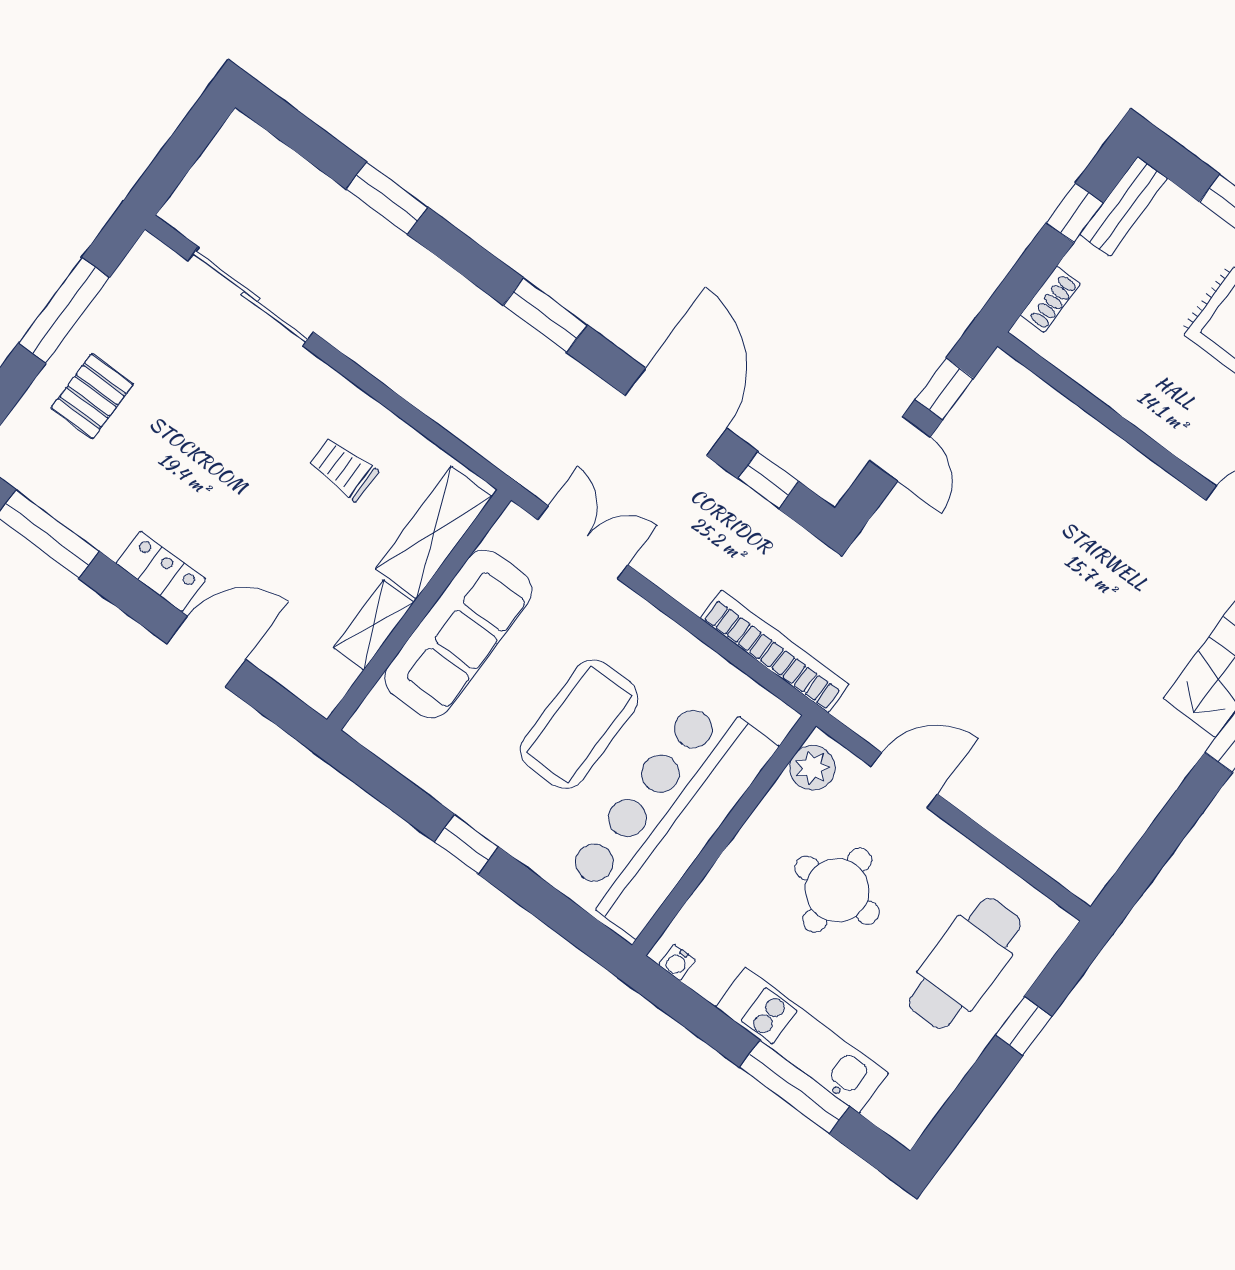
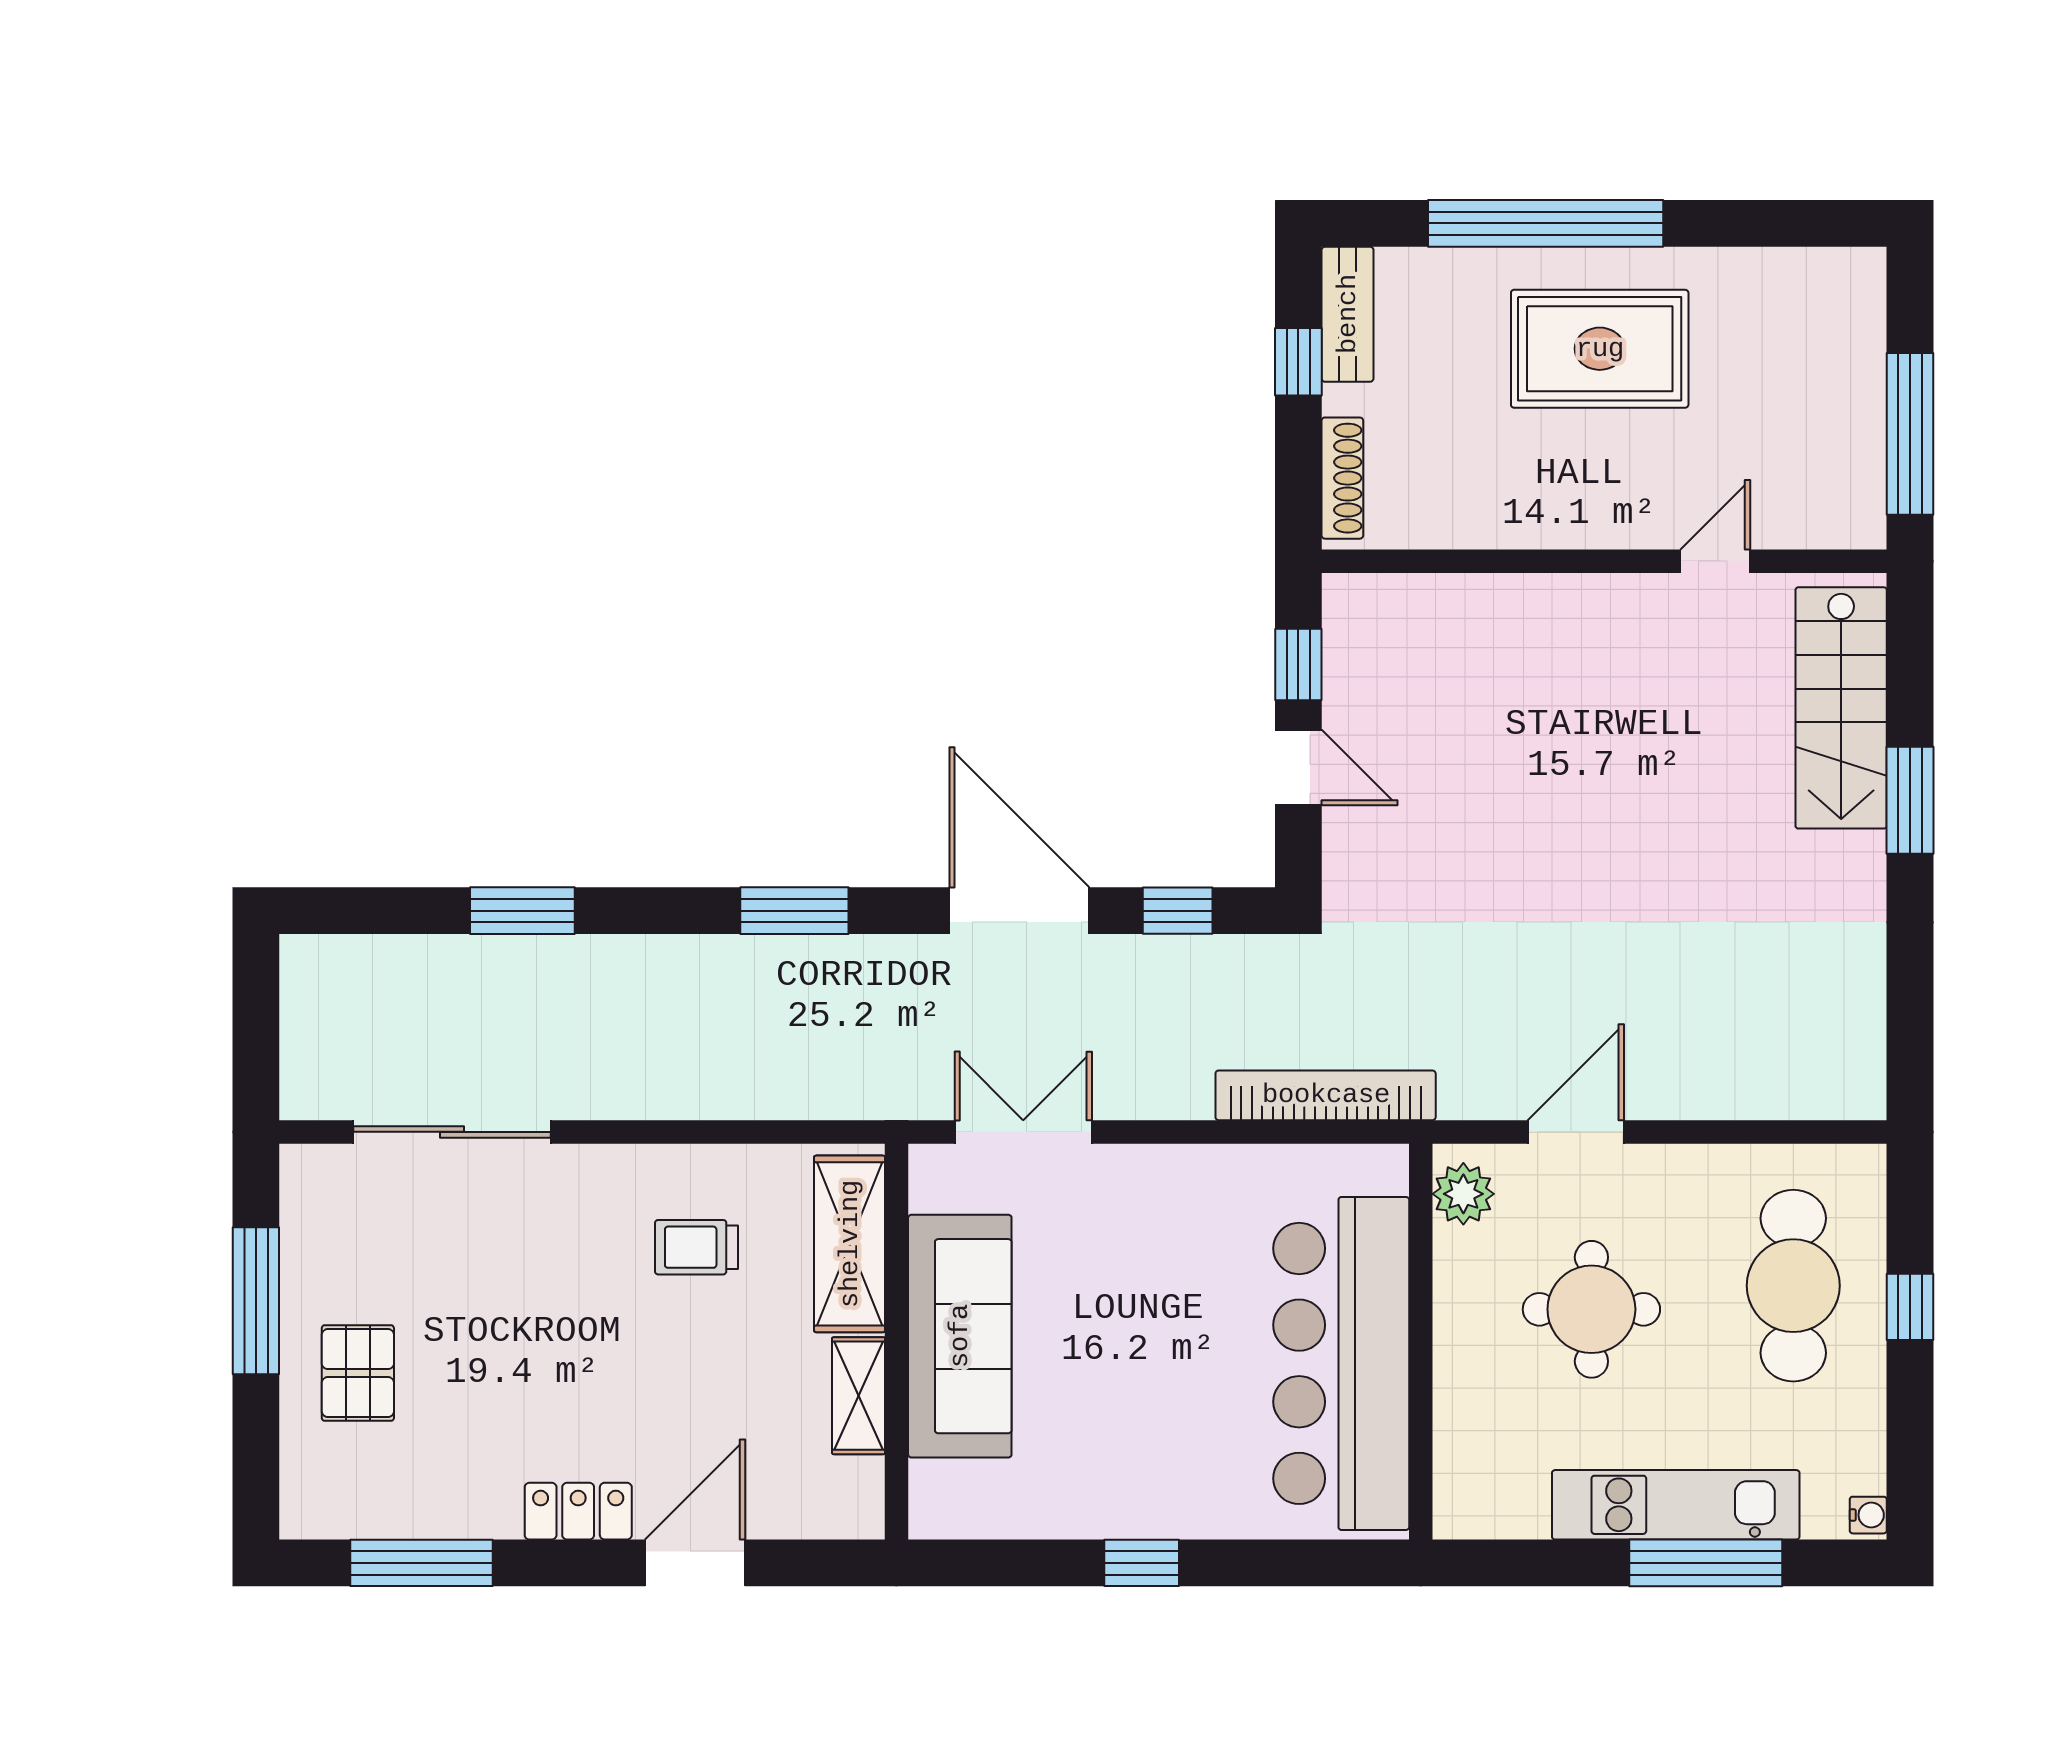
shoe rack: (1050, 299) -> (1342, 478), width x1.43
coffee table: (579, 724) -> (1169, 1337), removed
water cooler: (677, 962) -> (1868, 1515), moved, turned -90

